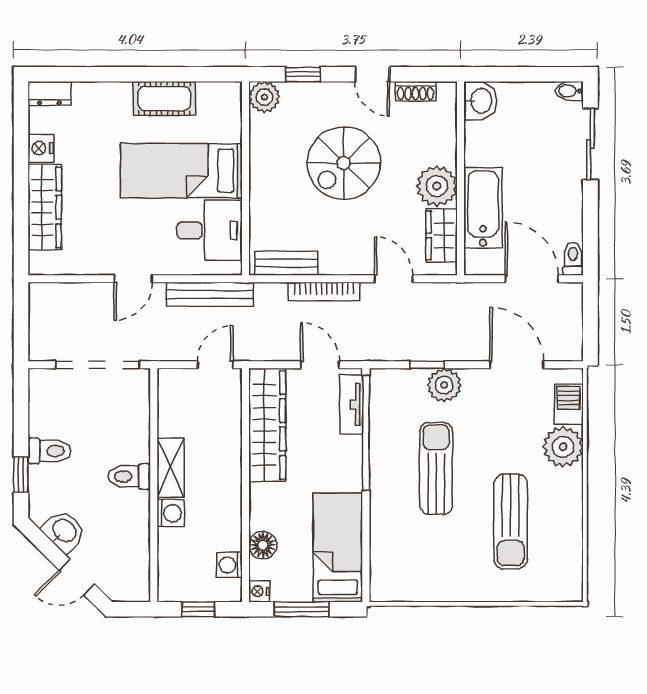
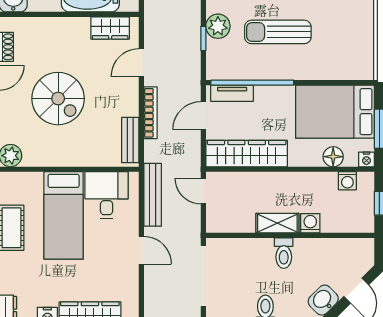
plant: (437, 186) -> (75, 32), removed
bed: (338, 547) -> (335, 112), width x1.50

